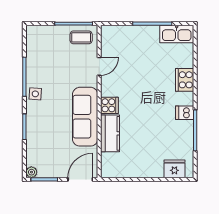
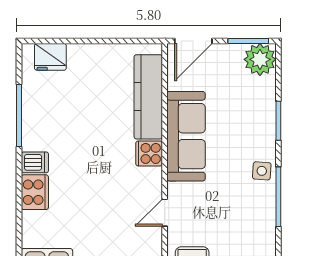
dishwasher: (185, 113) -> (35, 162), moved
kitchen counter: (110, 133) -> (148, 97), width x1.50
plant: (31, 172) -> (260, 59), width x1.88, depth x1.88

